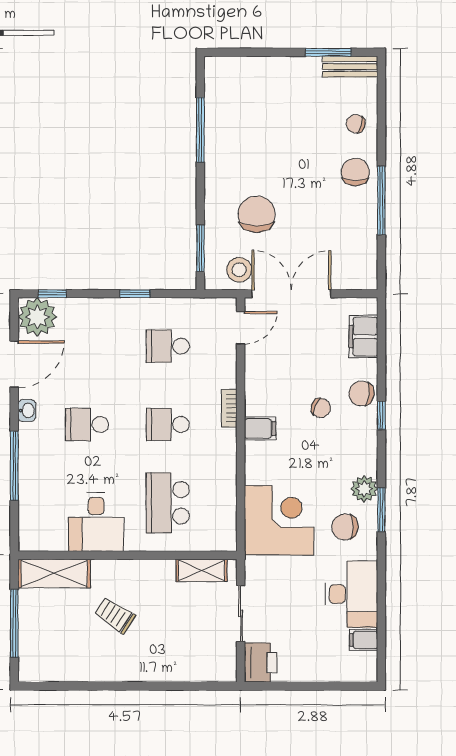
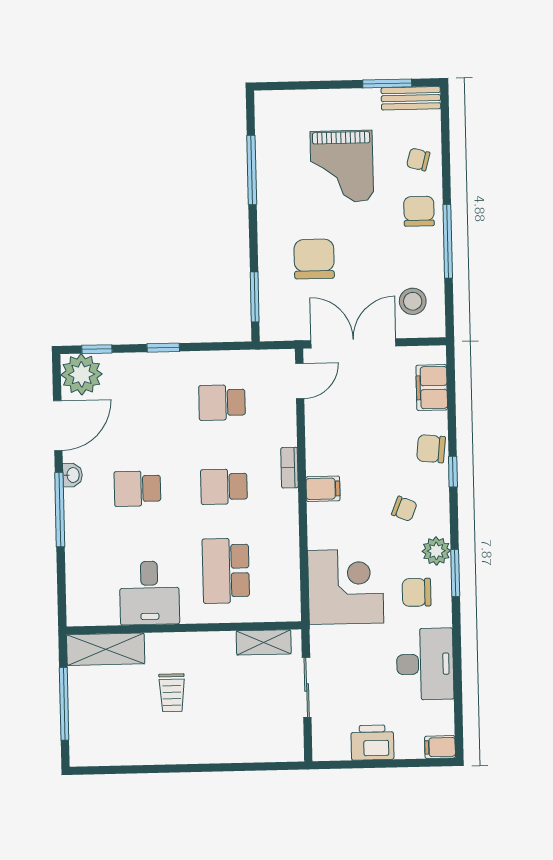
grand piano: (284, 129) -> (342, 166), added
stool: (239, 270) -> (413, 301), moved
window: (135, 294) -> (163, 348), moved
chair: (321, 408) -> (404, 509), moved
window: (14, 466) -> (60, 510), moved
trolley: (115, 615) -> (172, 693), turned -123
filing cabinet: (364, 640) -> (440, 747), moved
printer: (261, 663) -> (372, 743), moved, turned -90

